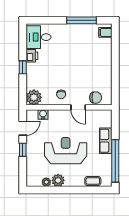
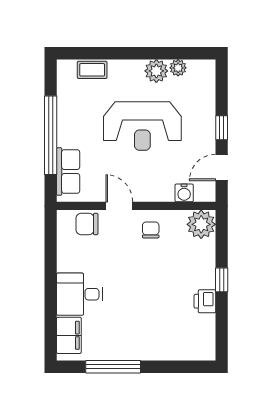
filing cabinet: (105, 32) -> (69, 335), width x2.00
desk: (38, 37) -> (80, 294), moved, turned 180
row of seats: (106, 141) -> (68, 171), moved
window: (115, 161) -> (51, 135), moved

